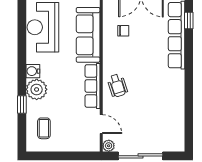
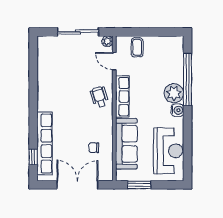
window: (22, 104) -> (187, 79), width x3.17
coffee table: (44, 128) -> (137, 47), moved

